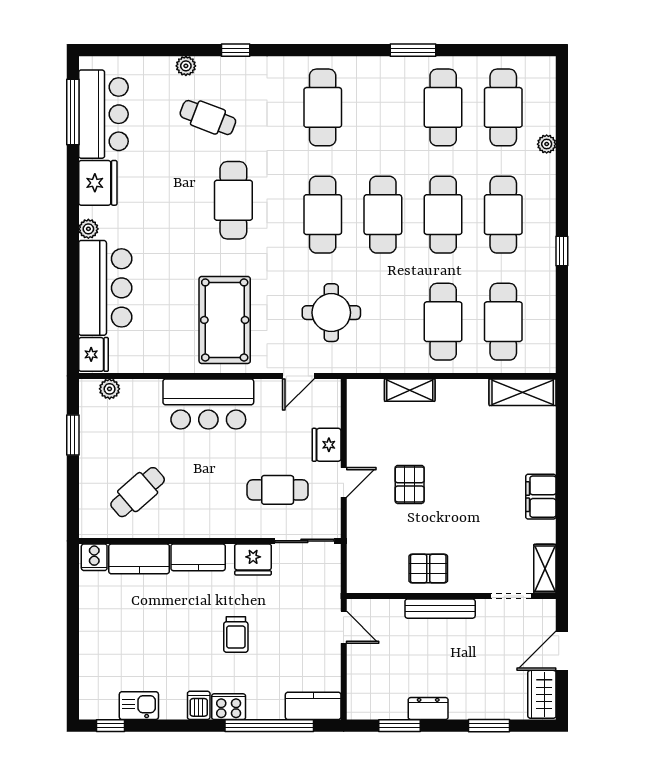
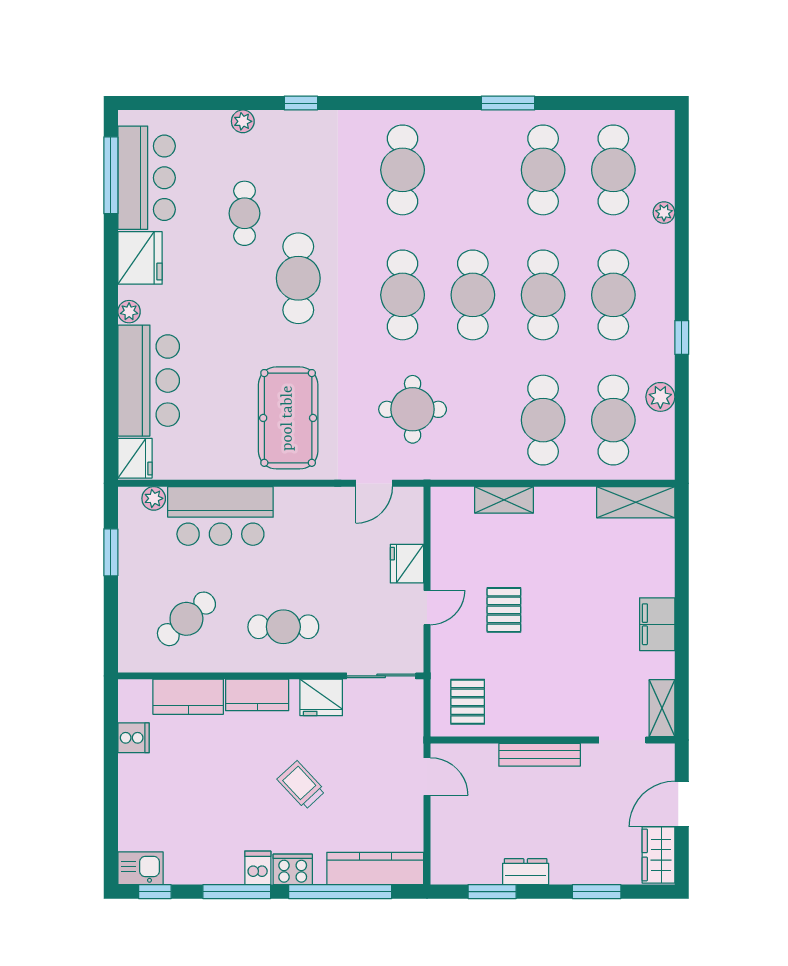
cafe table: (208, 118) -> (245, 213), moved, turned 69
plant: (544, 302) -> (660, 397), added
bar counter: (208, 404) -> (220, 516), moved
cafe table: (278, 490) -> (283, 627), moved
cooker: (94, 557) -> (134, 738), moved, turned -90
pallet: (428, 569) -> (468, 702), moved, turned 90
trolley: (236, 634) -> (301, 785), turned 137
kitchen sink: (139, 706) -> (140, 868), moved
kitchen counter: (313, 706) -> (375, 868), width x1.50
window: (181, 726) -> (237, 892), added

